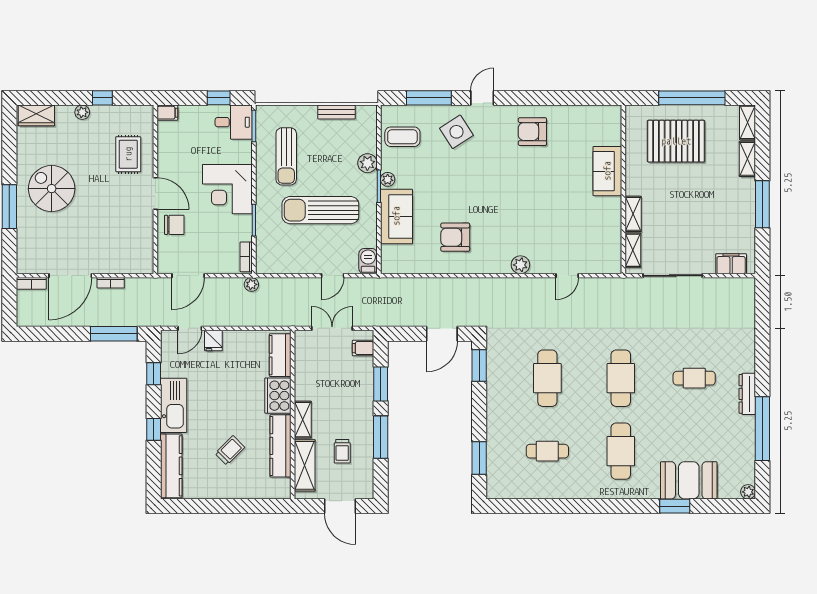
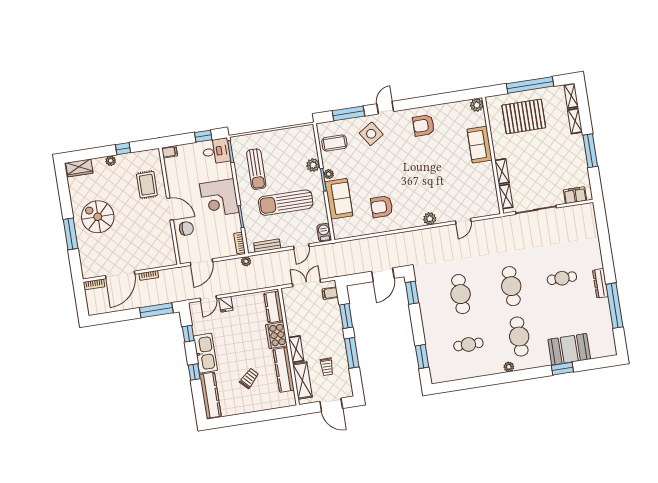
bench: (336, 112) -> (267, 246), moved
plant: (612, 115) -> (477, 105), added
plant: (748, 492) -> (509, 367), moved

